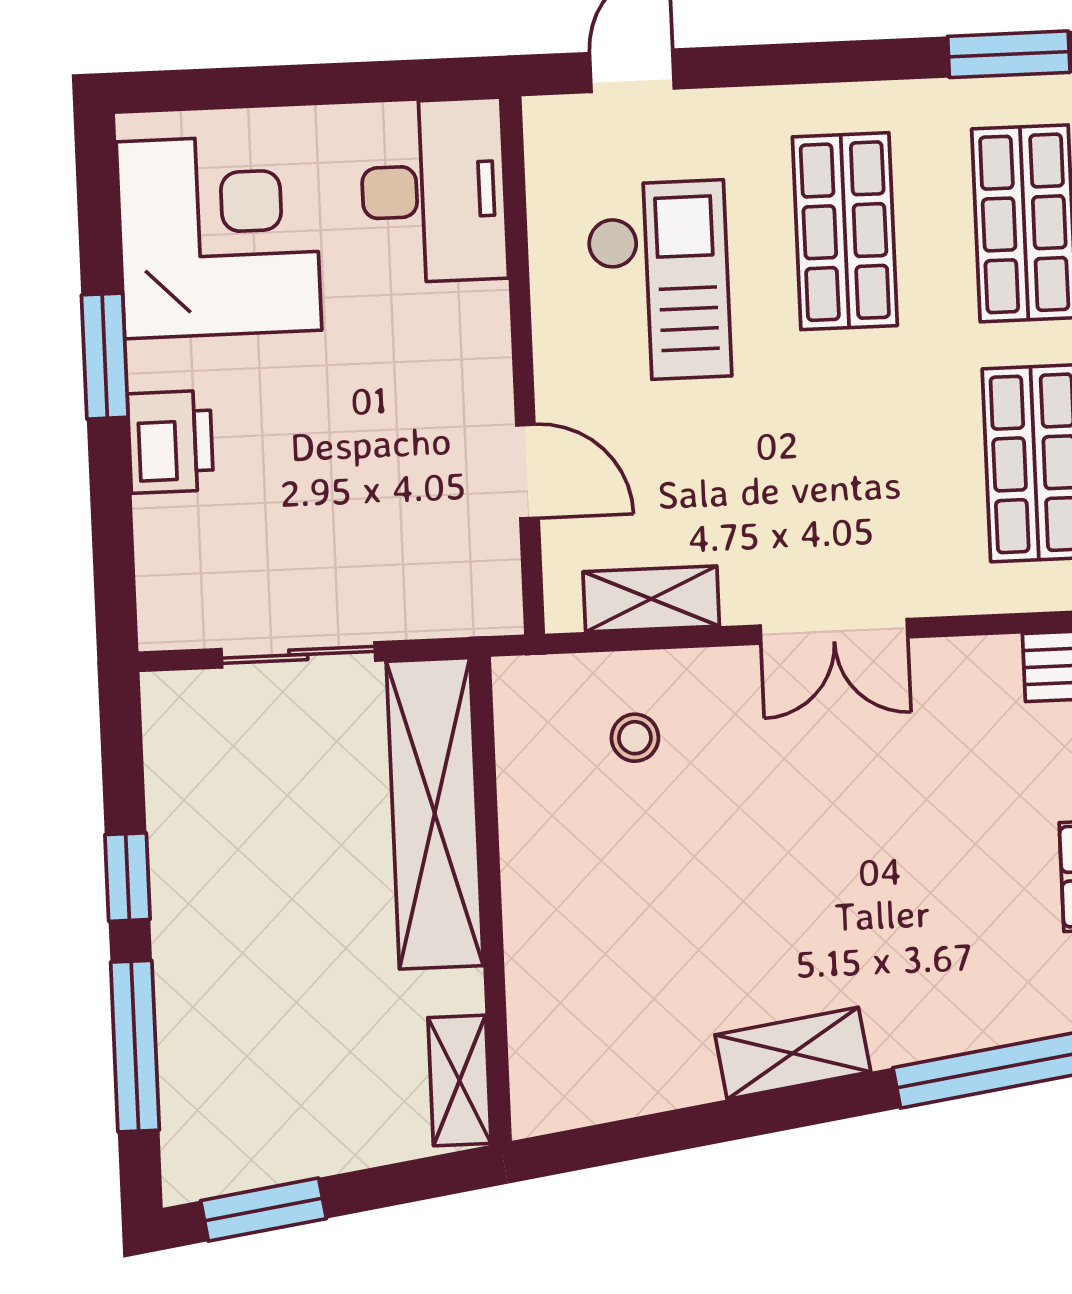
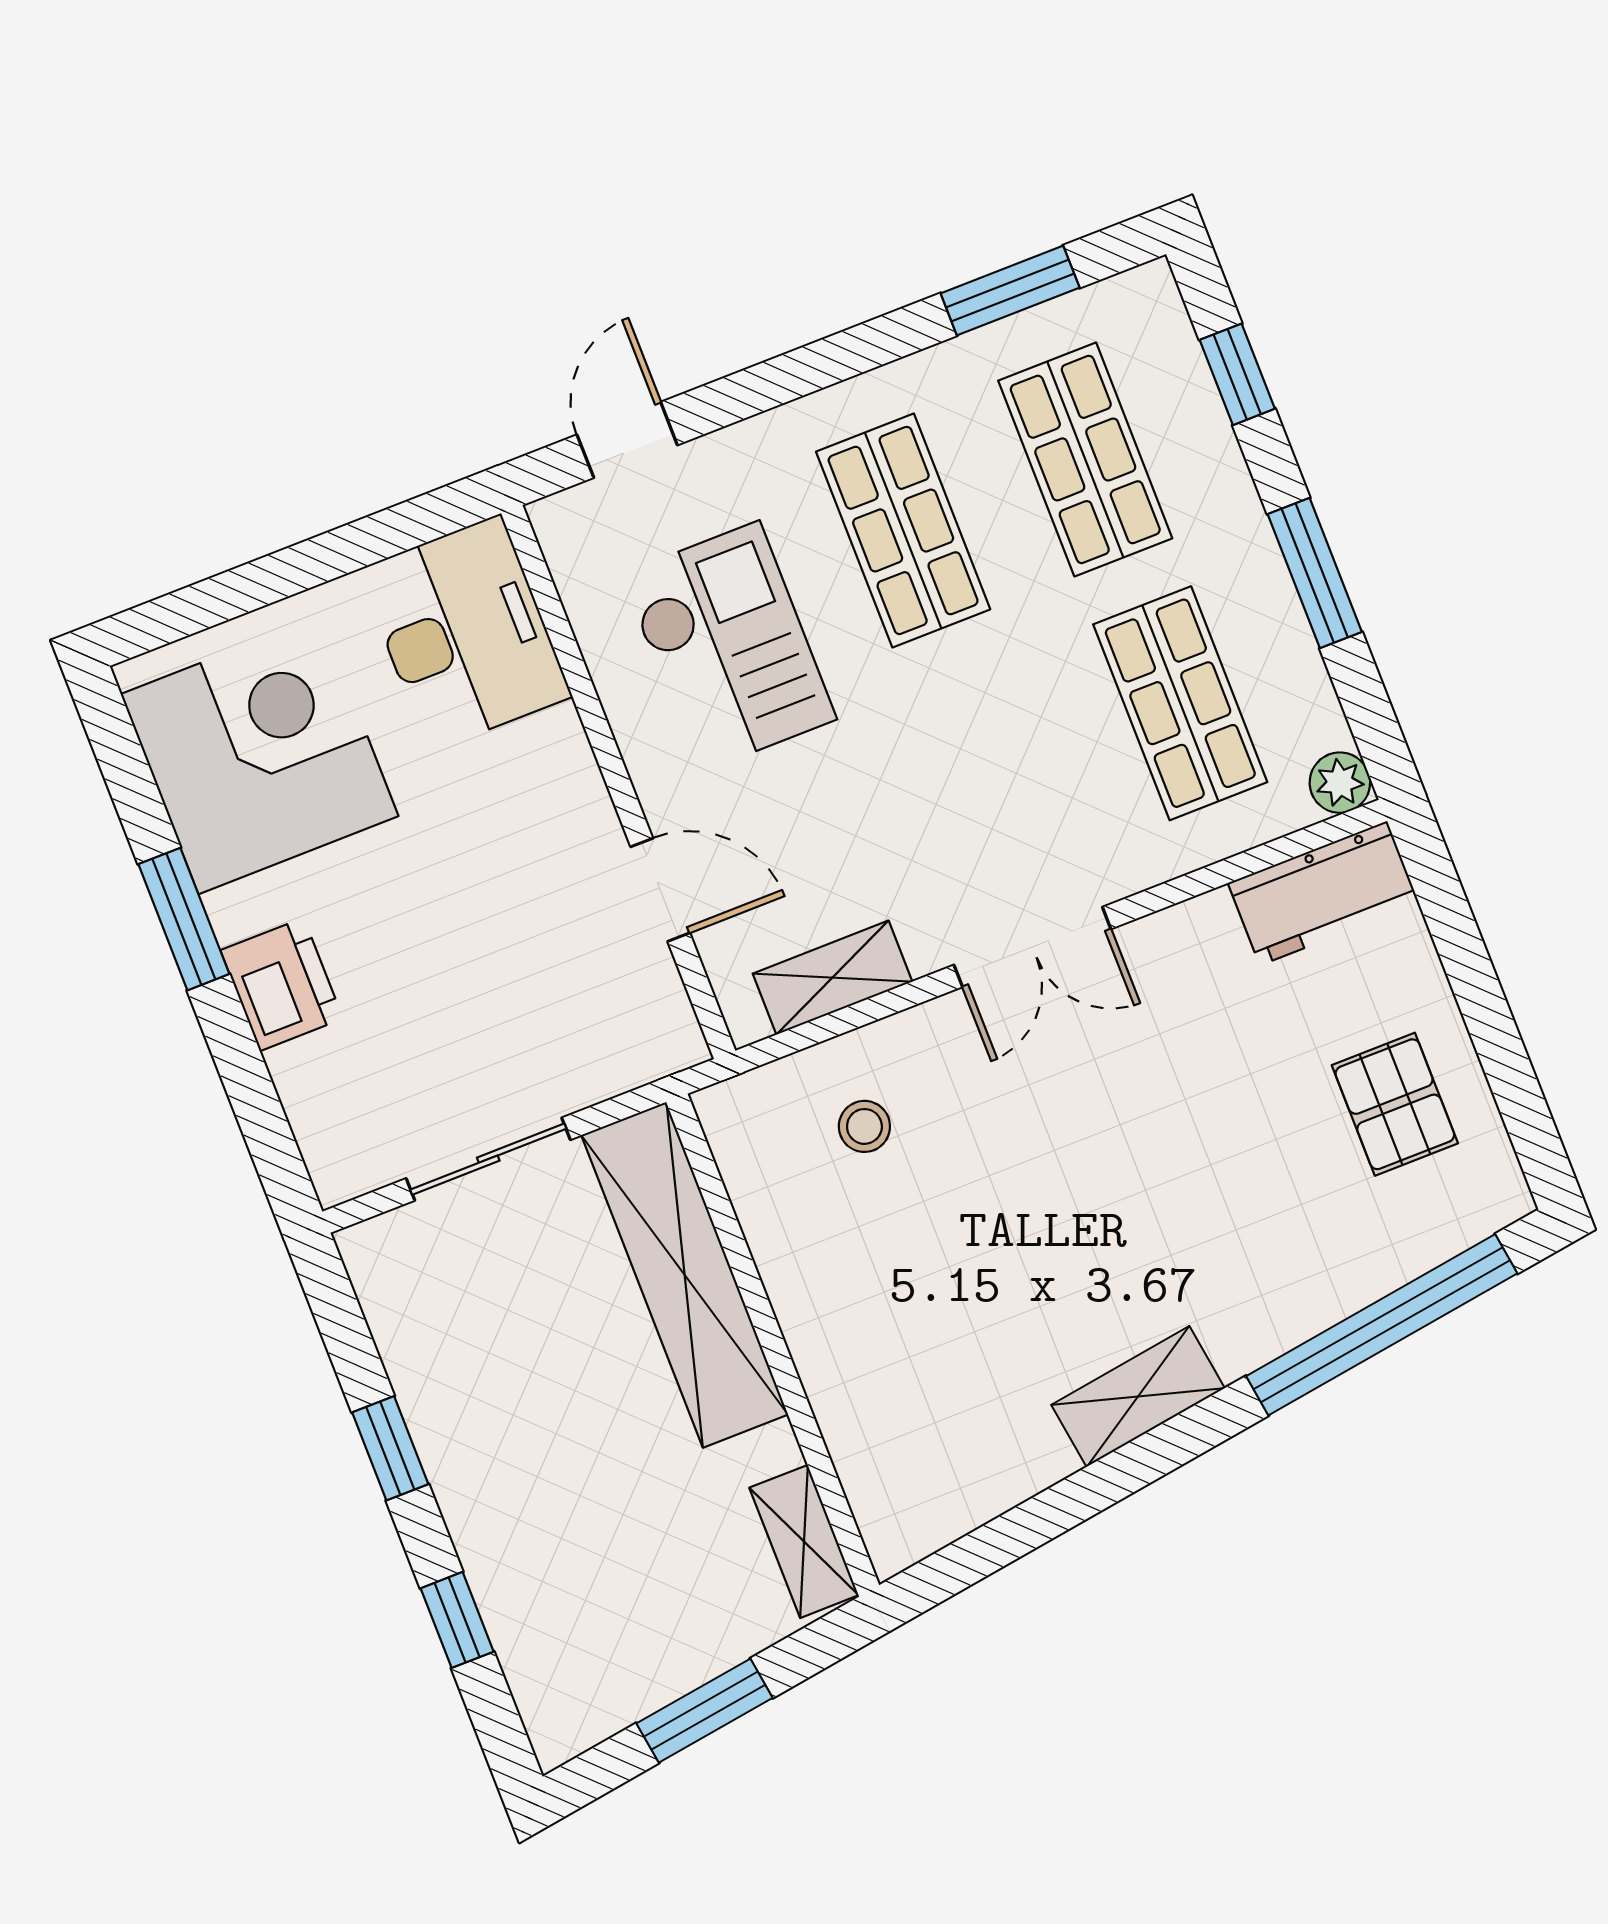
window: (135, 1046) -> (457, 1620), width x0.46
window: (263, 1210) -> (705, 1711), moved

